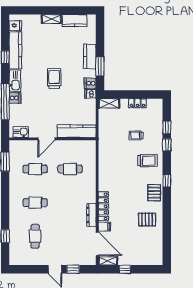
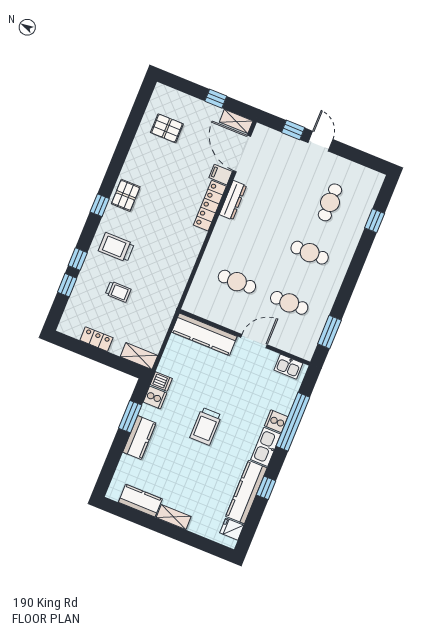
pallet: (147, 219) -> (167, 128), moved

